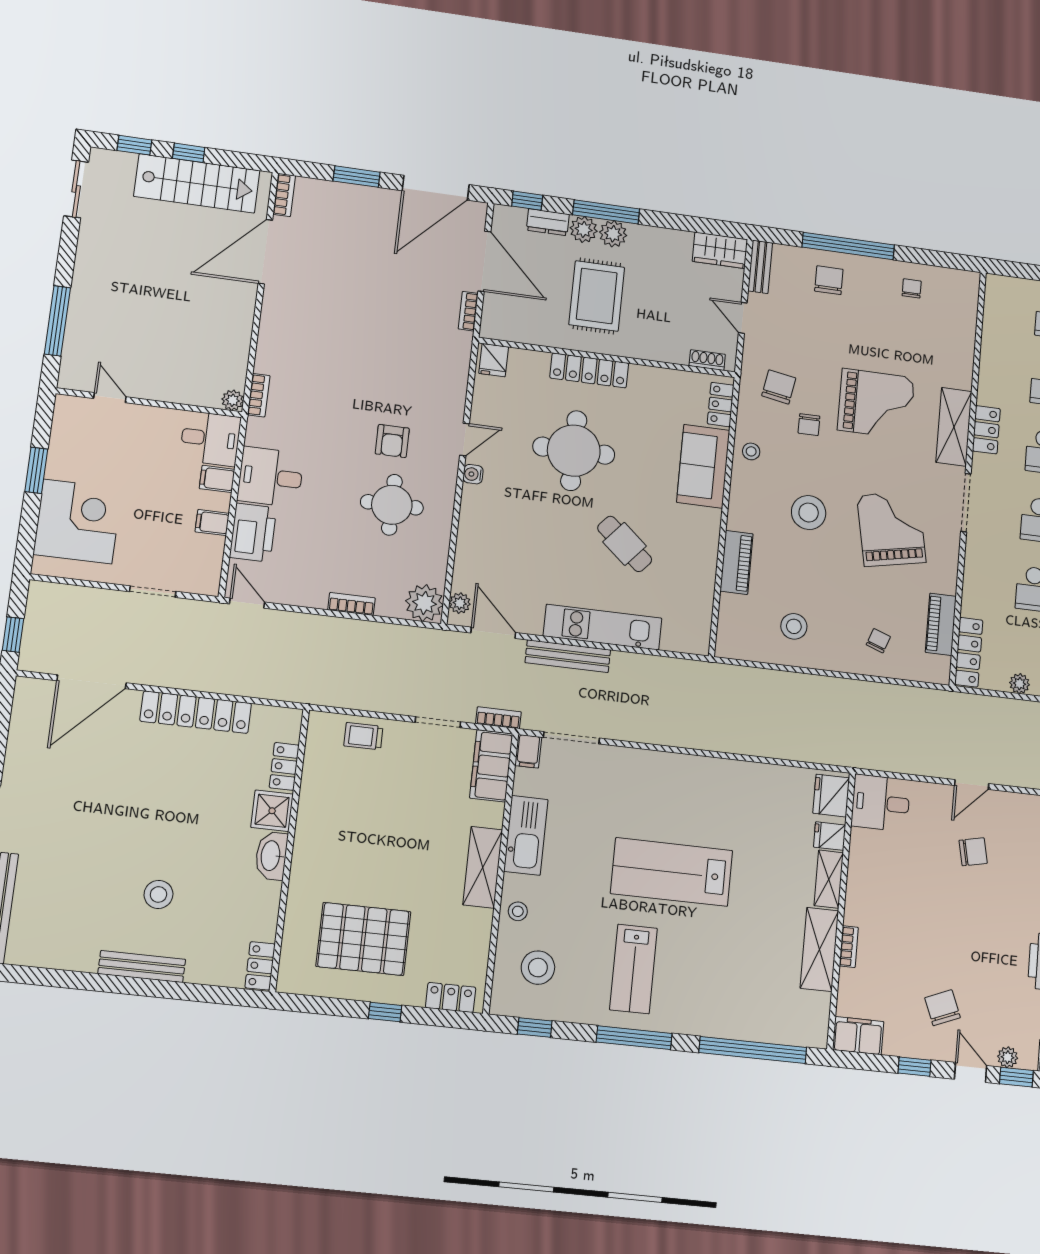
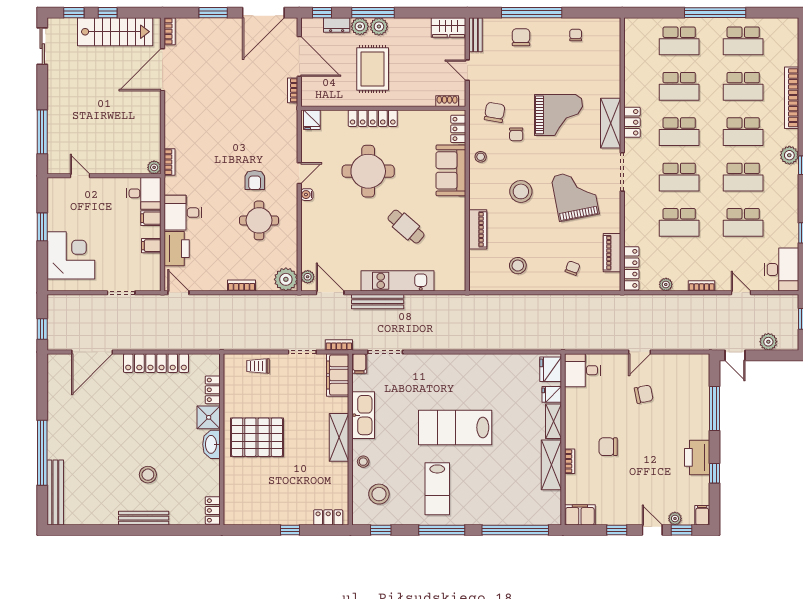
pallet: (363, 939) -> (257, 437), moved
chair: (943, 1008) -> (608, 447), moved, turned -68

